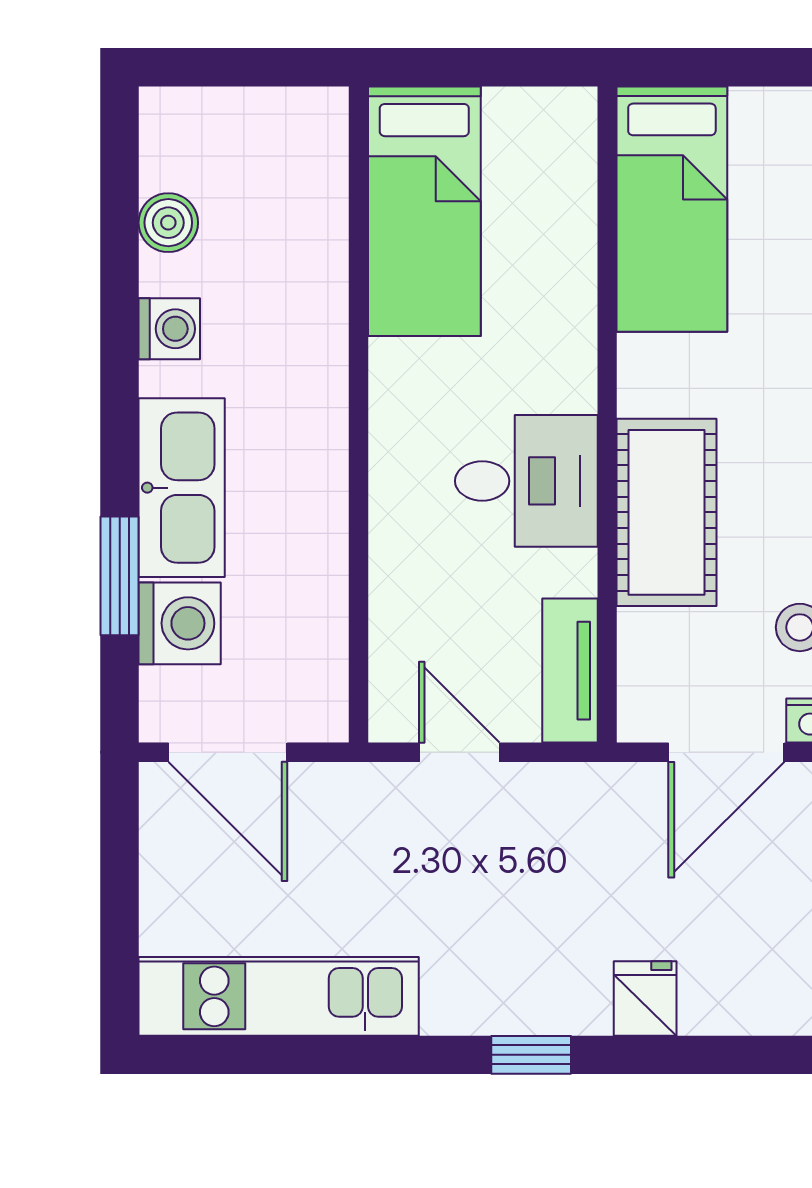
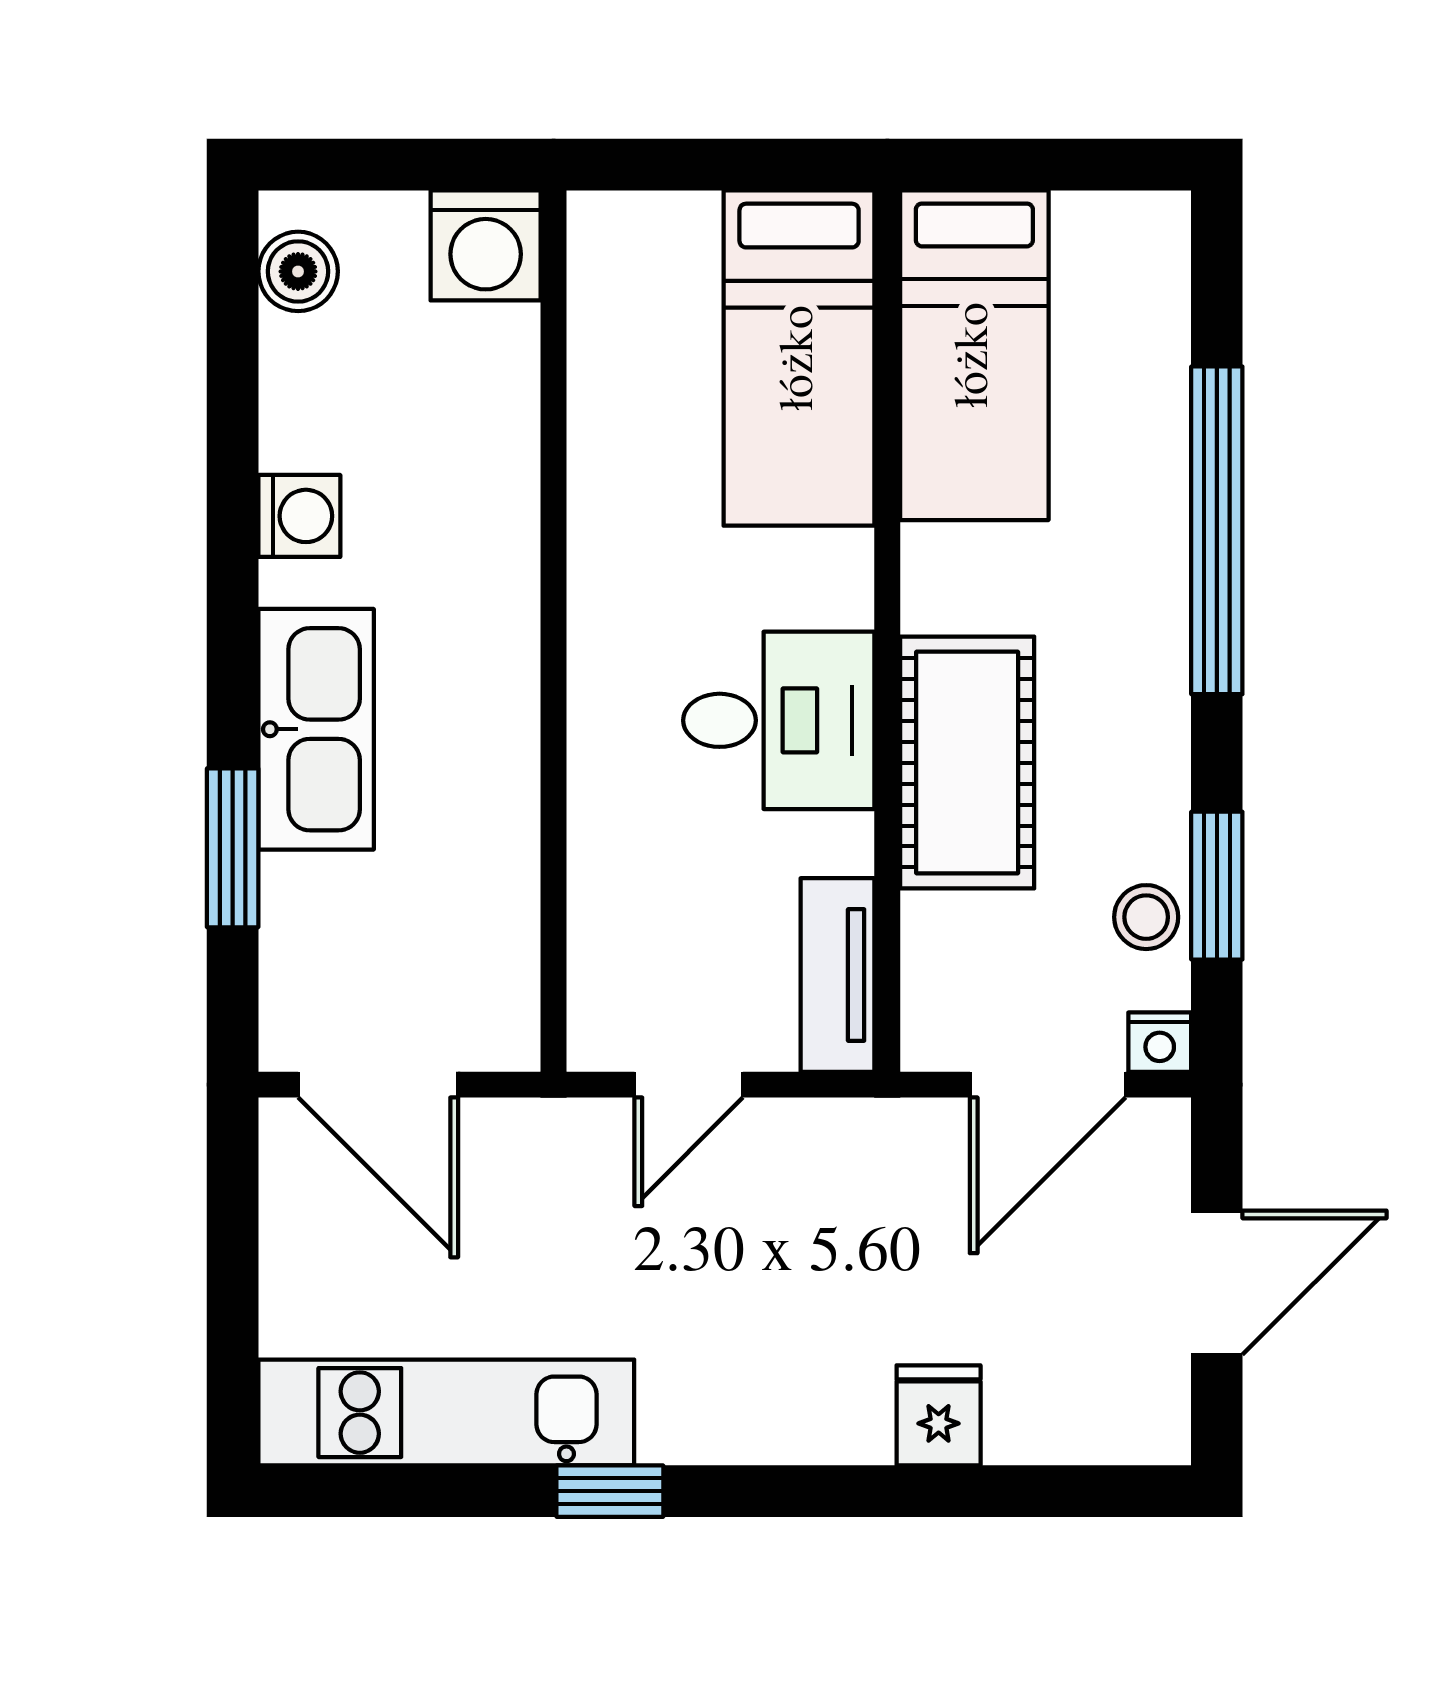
bed: (424, 211) -> (799, 358), moved
boiler: (168, 223) -> (298, 271), moved
washing machine: (180, 623) -> (486, 245), moved, turned 90
door: (459, 752) -> (689, 1085), swing flipped
window: (531, 1055) -> (610, 1491), moved

